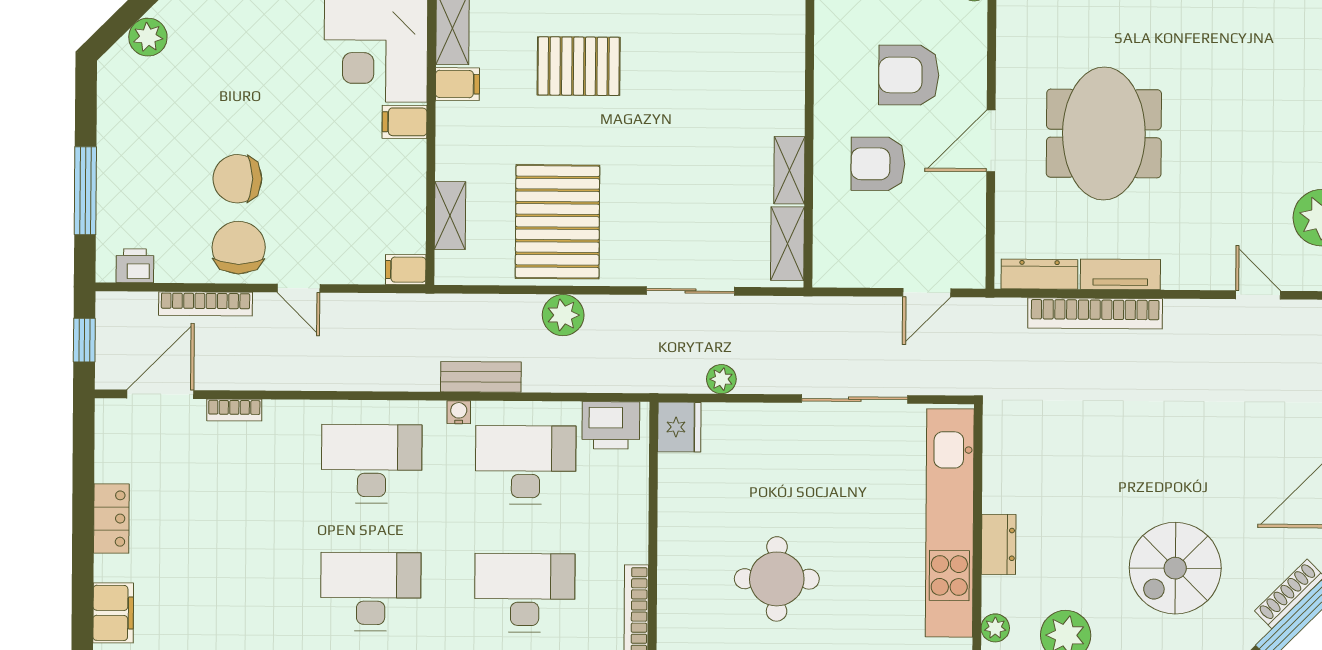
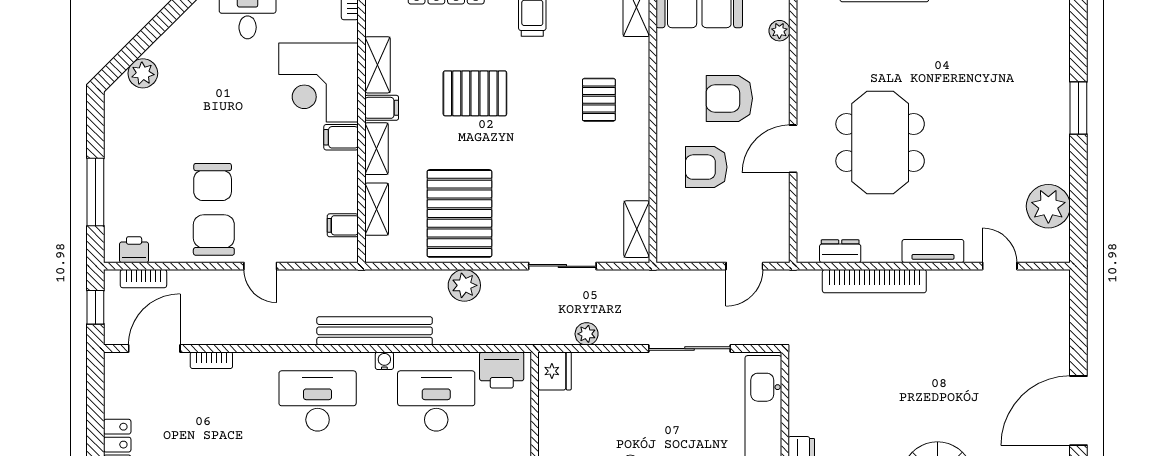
pallet: (739, 75) -> (599, 100), added
shelving: (789, 170) -> (376, 149), moved
chair: (237, 179) -> (213, 182), turned -90
filing cabinet: (406, 270) -> (343, 225), moved
dresser: (1039, 274) -> (840, 251), width x0.70
tv unit: (1120, 274) -> (933, 251), moved
bookcase: (205, 304) -> (143, 279), moved, width x0.64
bench: (481, 377) -> (375, 331), width x1.86, depth x1.21

